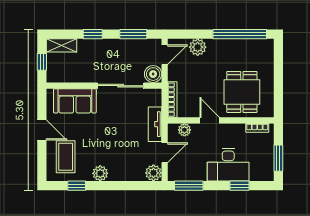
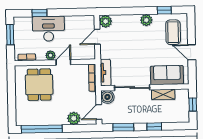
shelving: (62, 45) -> (163, 94), moved
door: (210, 120) -> (63, 62), swing flipped
tv unit: (155, 124) -> (105, 73), moved
plant: (184, 130) -> (50, 55), moved
window: (189, 186) -> (78, 12), removed

